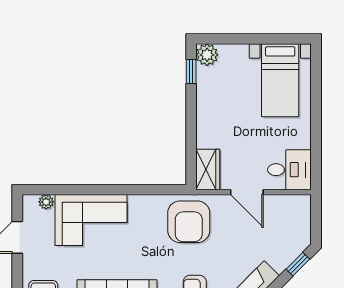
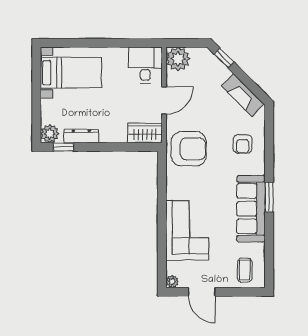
dresser: (204, 93) -> (81, 136), added
plant: (46, 202) -> (172, 282), moved
plant: (297, 209) -> (178, 59), added

